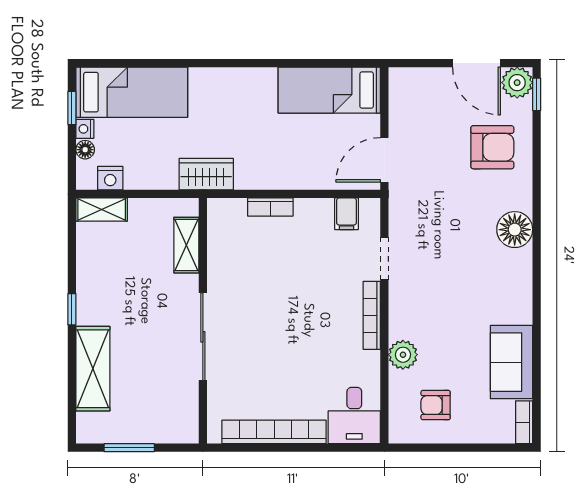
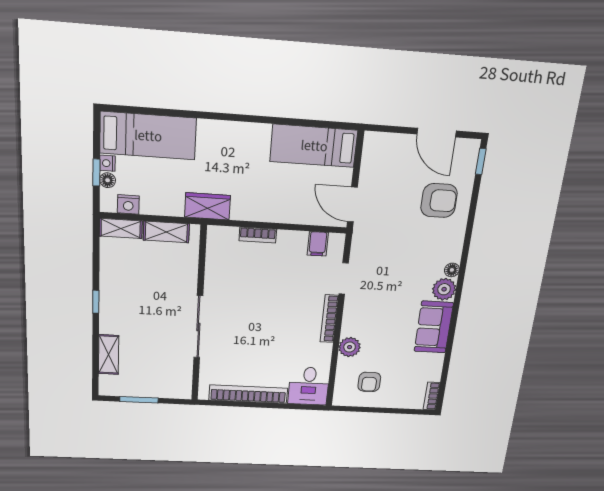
plant: (517, 83) -> (444, 289), moved
window: (72, 108) -> (96, 173), moved
door: (384, 160) -> (352, 205), hinge flipped
floor lamp: (515, 230) -> (452, 270), width x0.53, depth x0.53
shelving: (186, 245) -> (166, 232), moved, turned 90
sofa: (511, 362) -> (434, 327), moved
shelving: (93, 369) -> (109, 355), width x0.67, depth x0.75
armchair: (436, 405) -> (369, 382), turned -90

